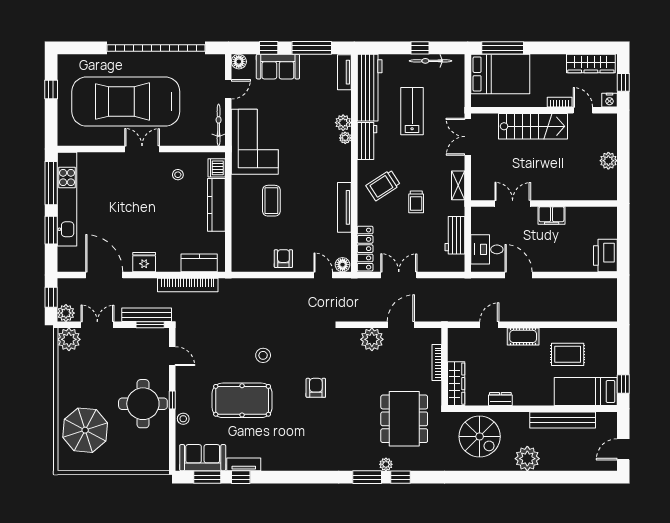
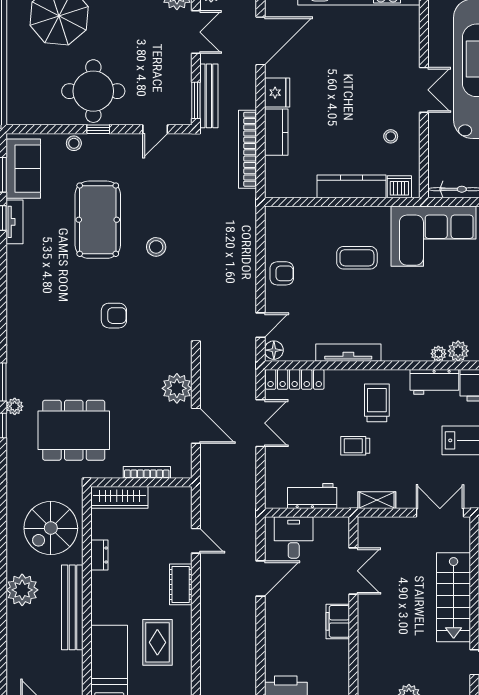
trolley: (383, 185) -> (377, 403), turned 33
kitchen counter: (199, 263) -> (276, 132), moved
bench: (563, 420) -> (72, 607), moved

